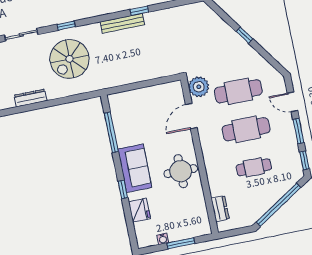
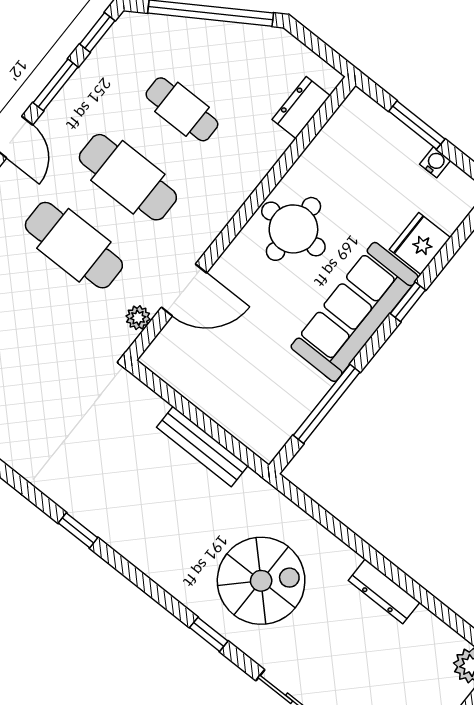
bench: (122, 23) -> (202, 446), moved
plant: (199, 87) -> (138, 318), width x0.53, depth x0.53
sofa: (135, 168) -> (355, 312), width x1.36

